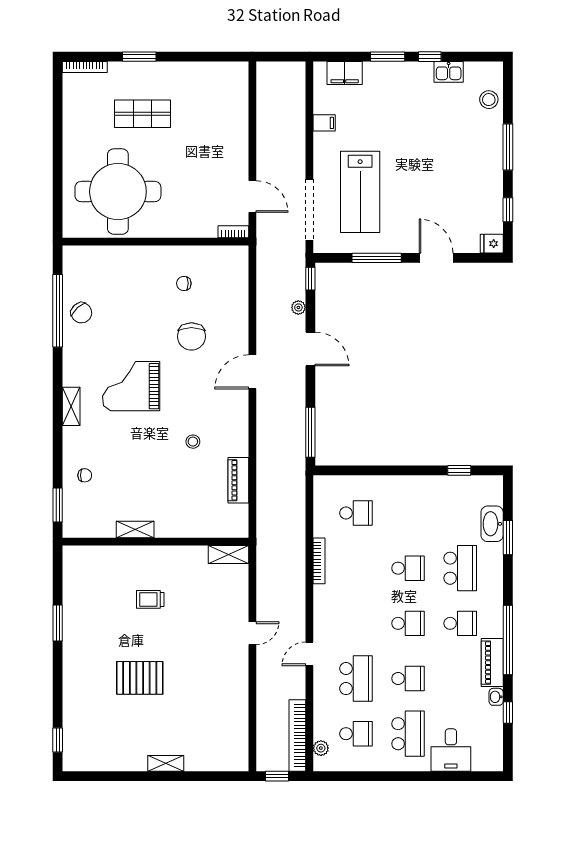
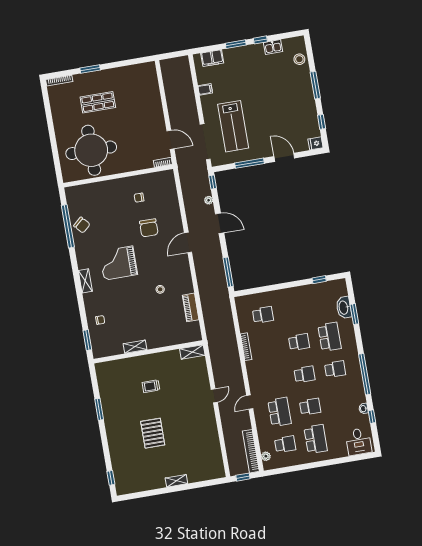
piano: (492, 663) -> (358, 389), removed
pallet: (140, 678) -> (153, 433), turned 90
desk: (451, 750) -> (358, 442), moved

